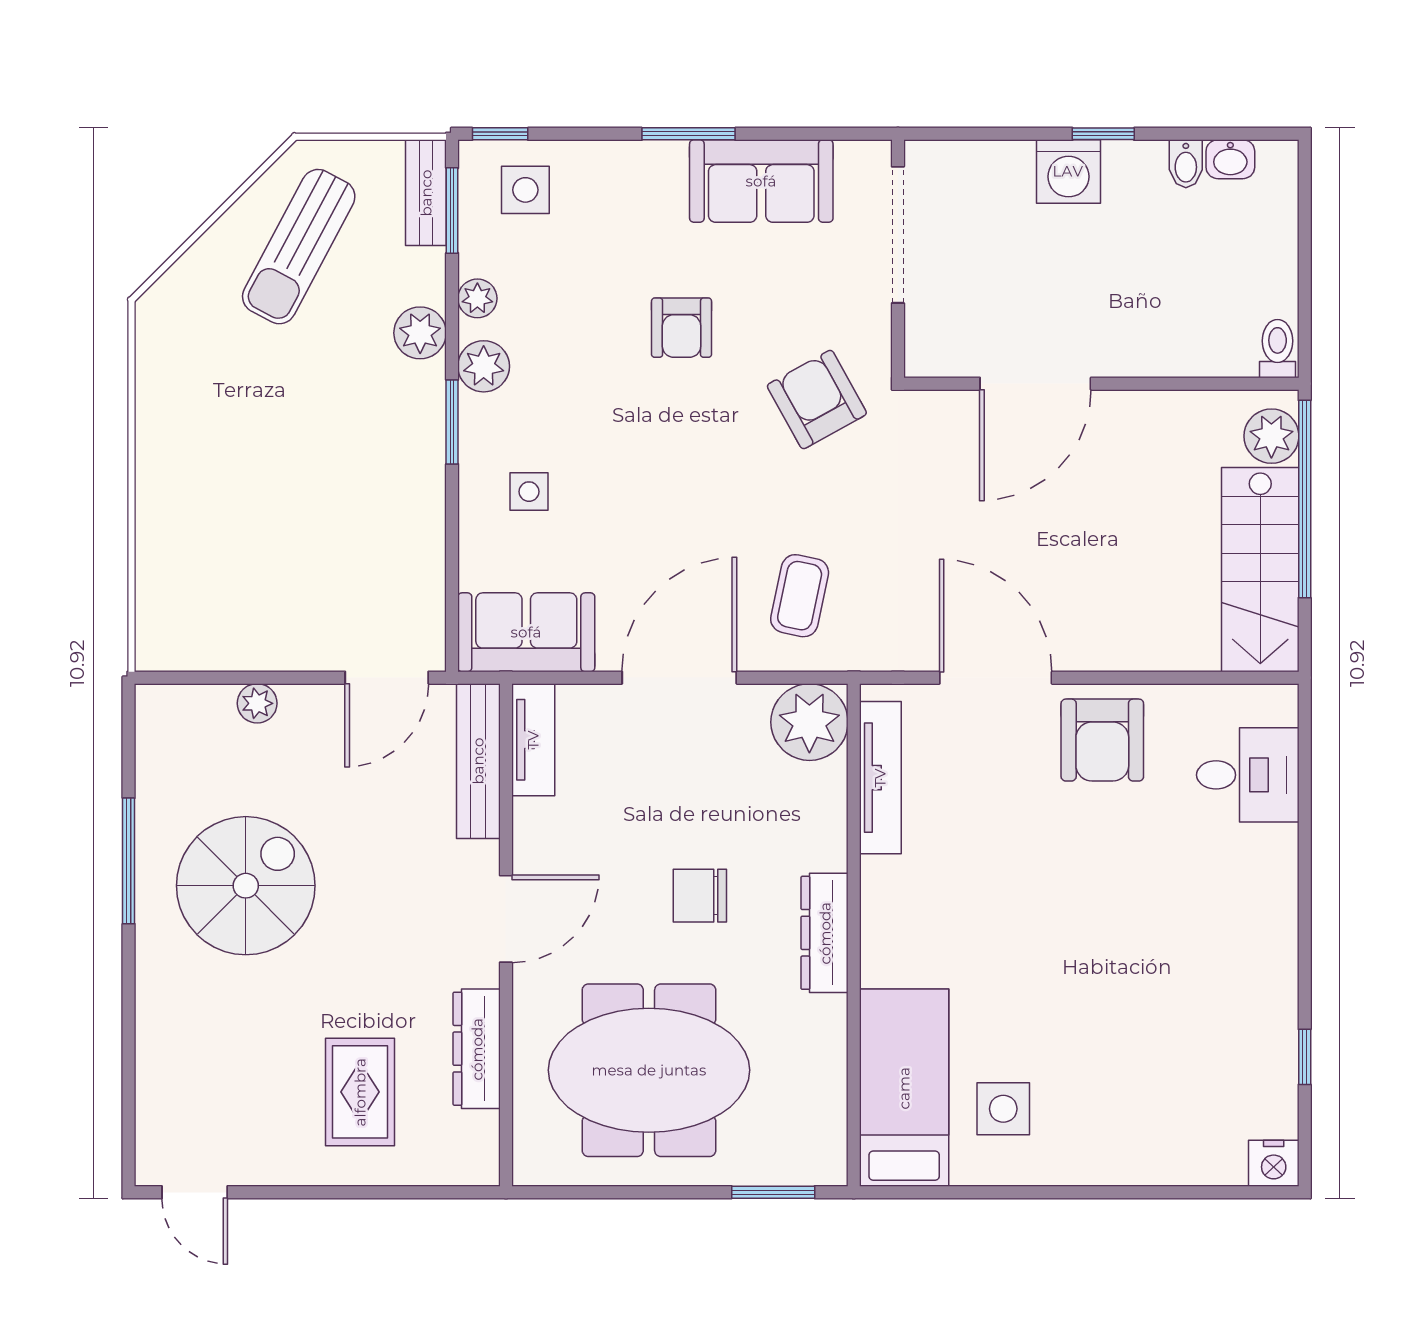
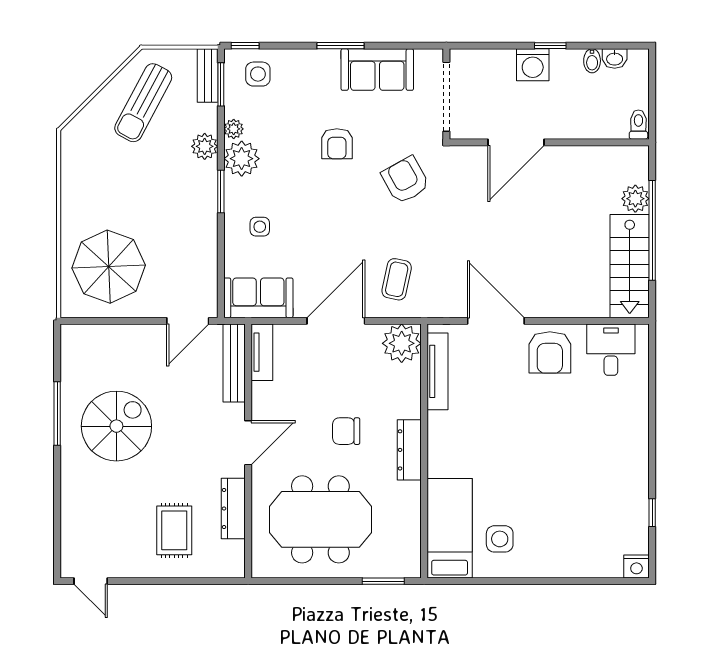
toilet: (1278, 349) -> (638, 125), moved
plant: (484, 366) -> (242, 159), width x1.36, depth x1.36
door: (1035, 384) -> (516, 142), moved
wall: (1101, 384) -> (549, 142), moved
parasol: (230, 571) -> (109, 267), added
plant: (257, 703) -> (122, 334), removed
desk: (1248, 775) -> (611, 350), moved, turned -90

